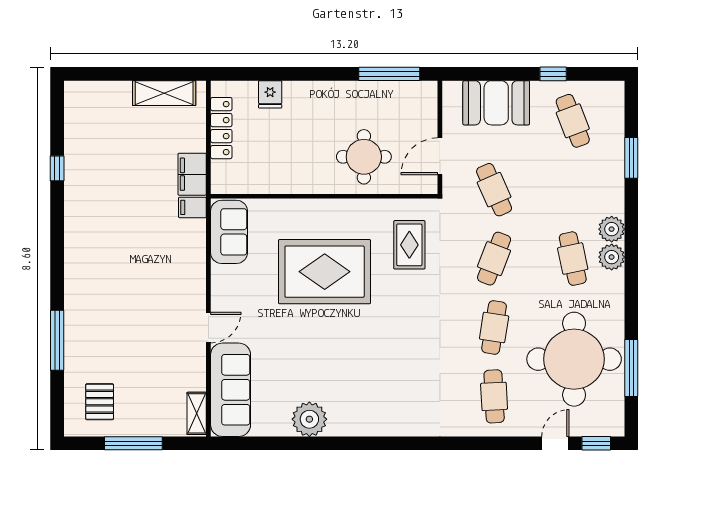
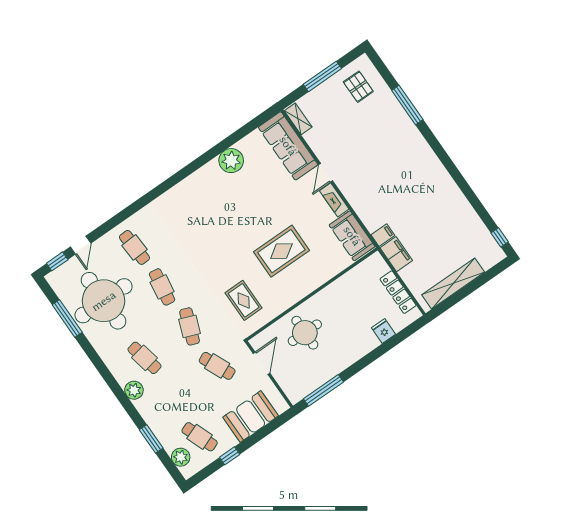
shelving: (164, 93) -> (453, 283), width x1.47
window: (57, 168) -> (500, 237), moved
plant: (612, 257) -> (181, 457), moved
rug: (325, 272) -> (281, 251), width x0.73, depth x0.69
fireplace: (221, 288) -> (334, 200), added

